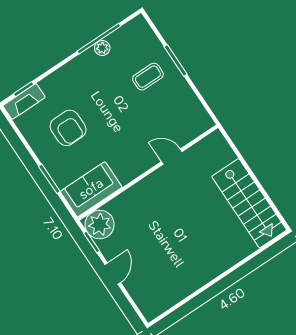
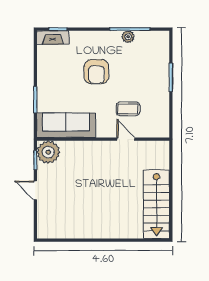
coffee table: (148, 77) -> (128, 109), moved
armchair: (68, 128) -> (96, 72), moved
sofa: (91, 189) -> (66, 125), width x1.36
door: (113, 274) -> (35, 190), swing flipped

